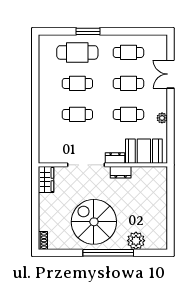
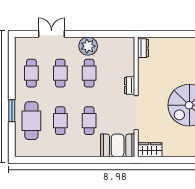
double door: (170, 74) -> (52, 34), swing flipped
plant: (162, 118) -> (88, 46), width x1.88, depth x1.88
booth: (144, 151) -> (118, 145), moved, turned 90
dresser: (121, 172) -> (143, 48), moved

